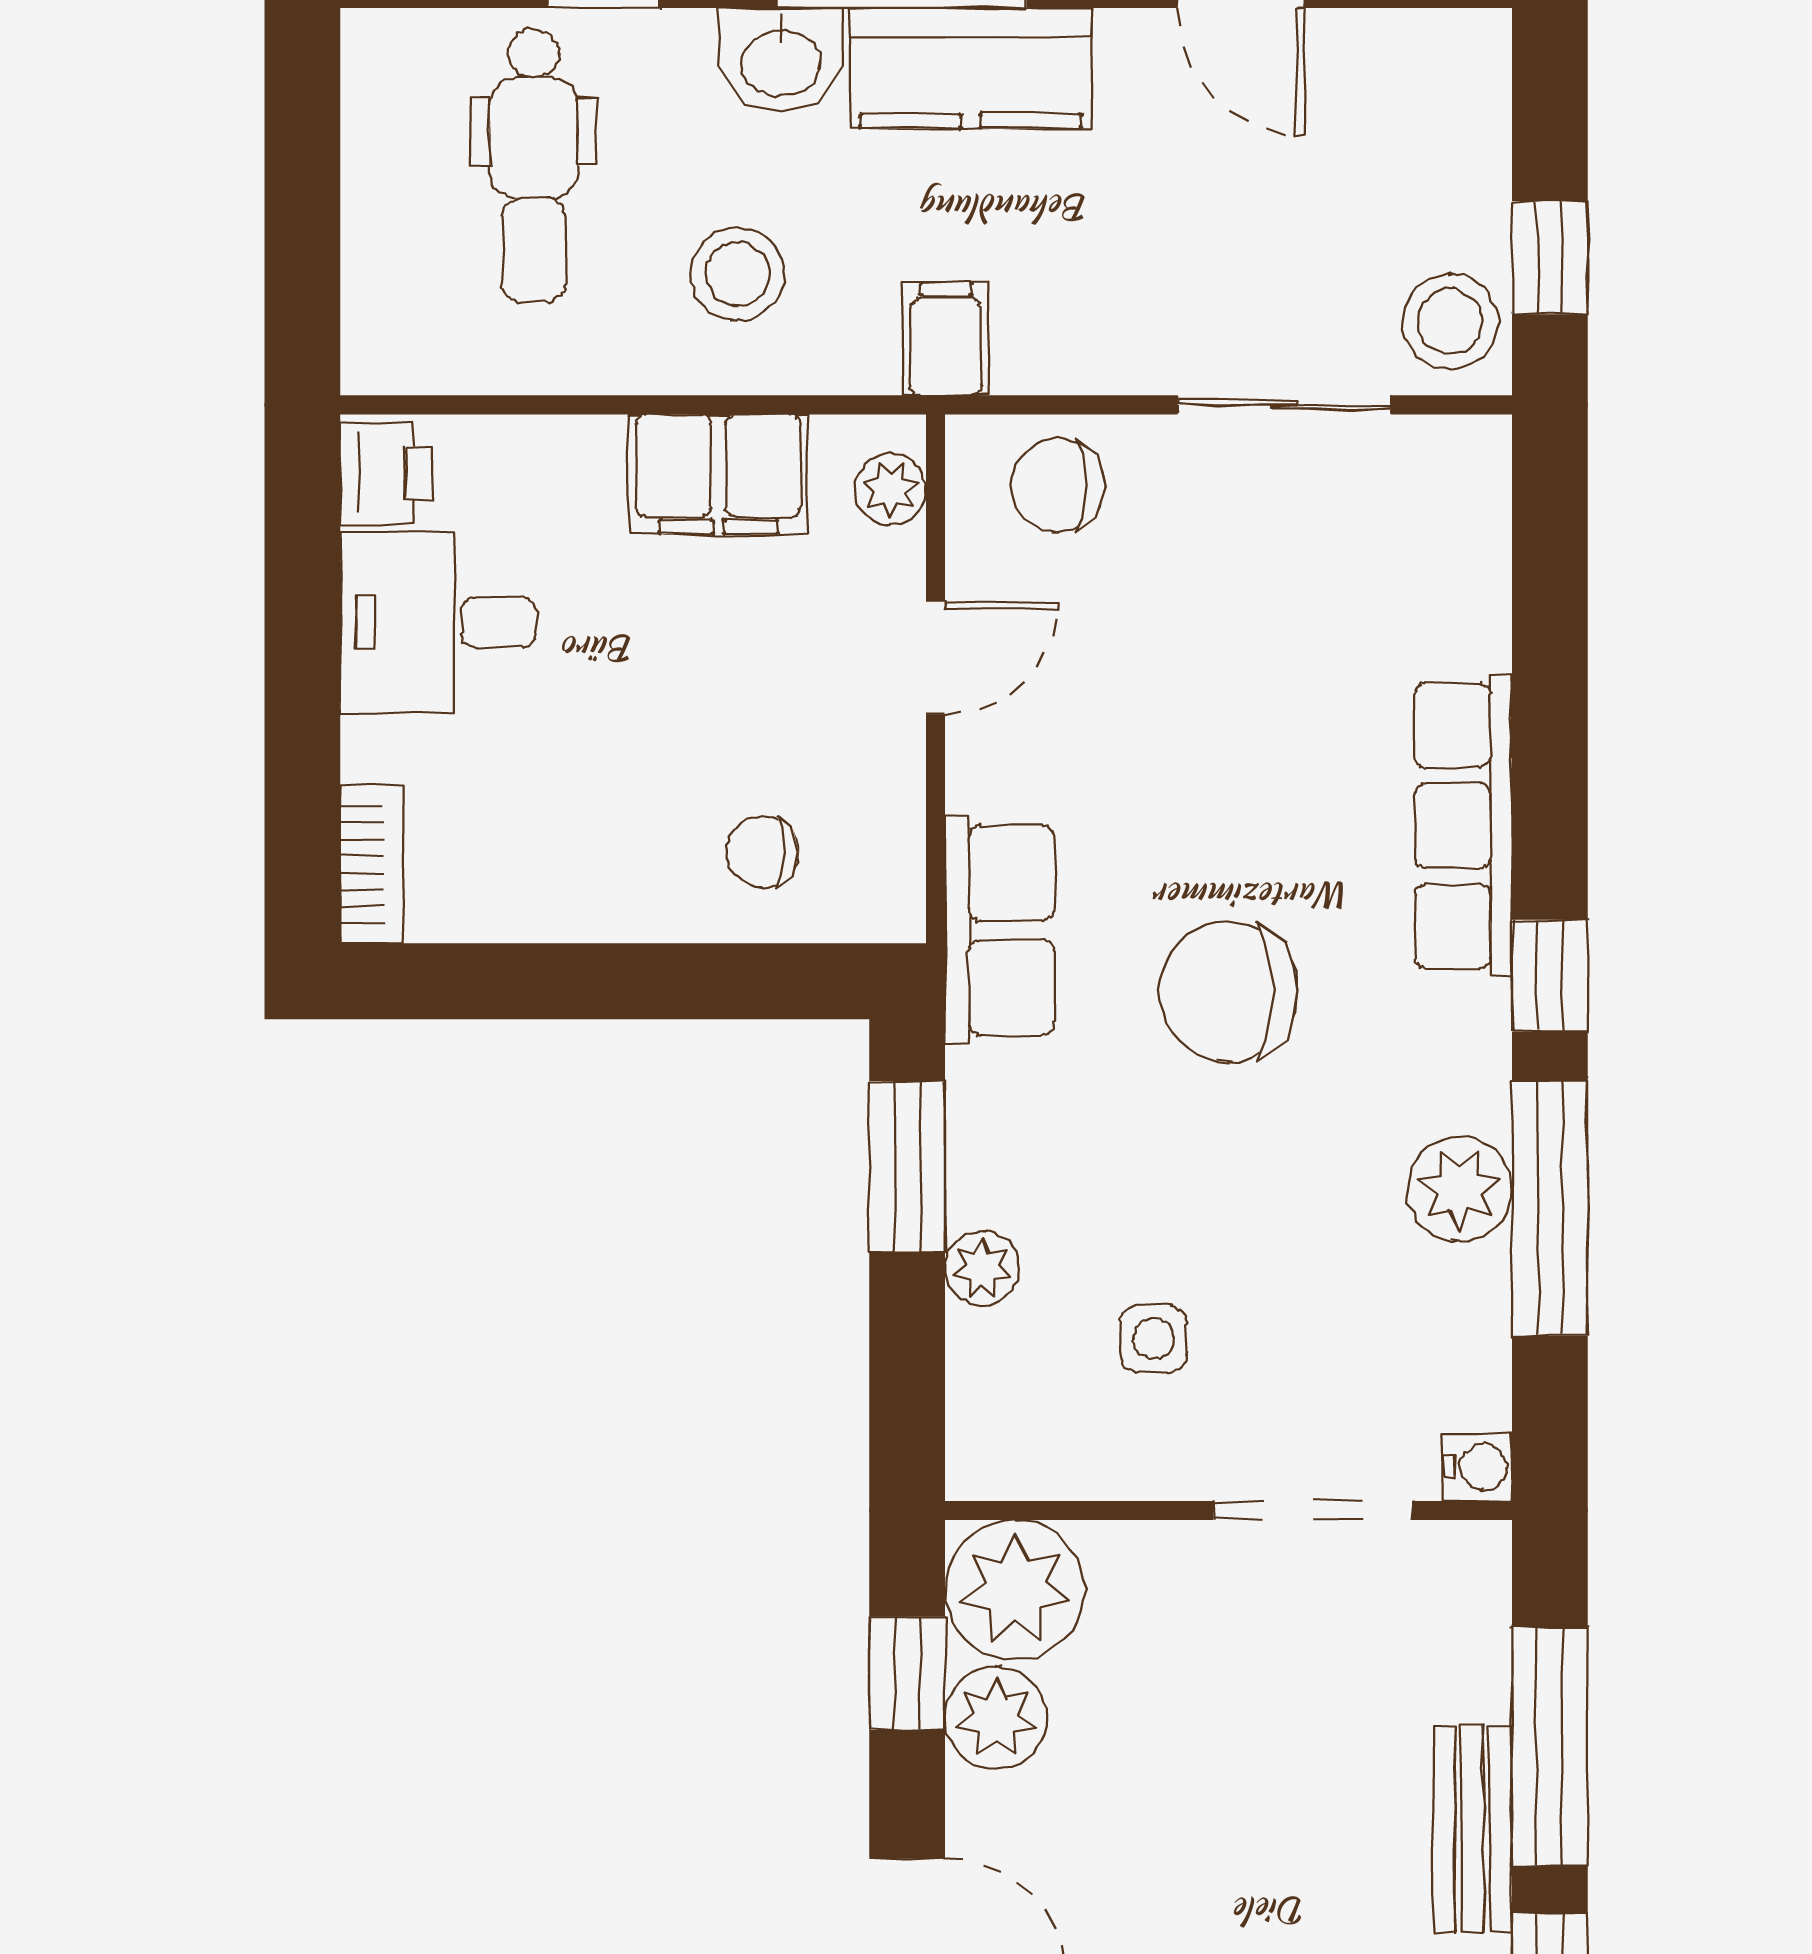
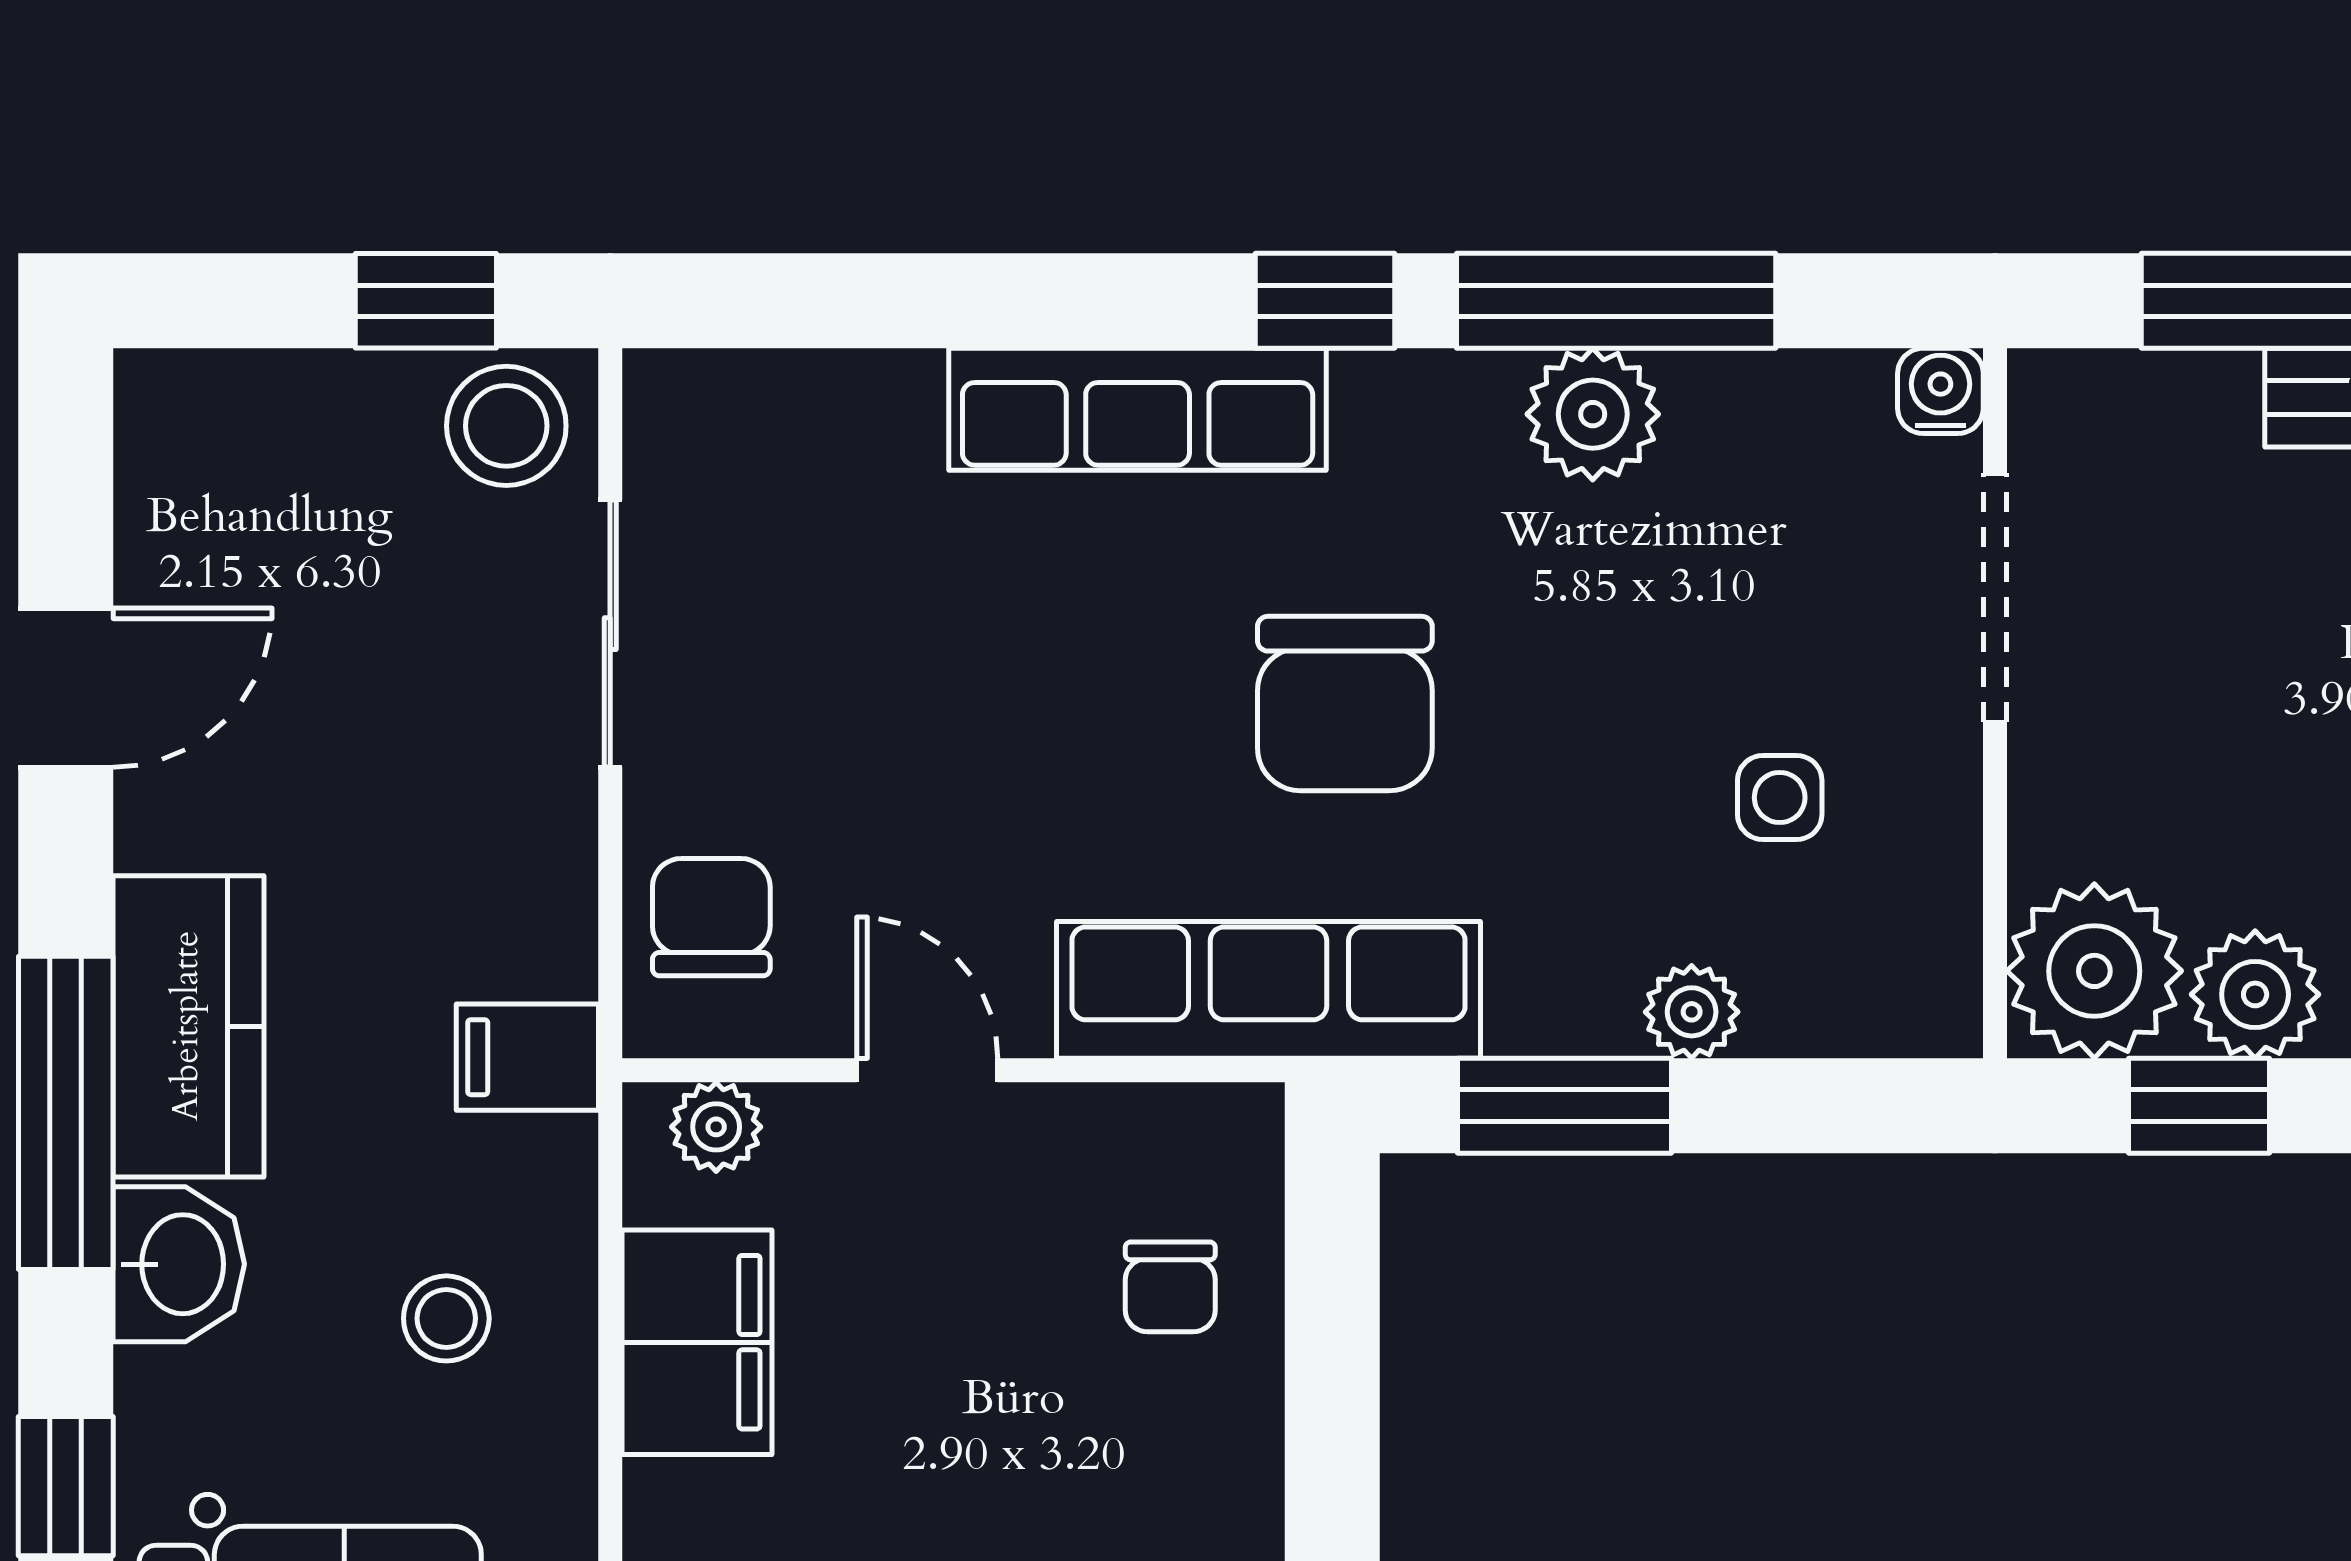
stool: (737, 274) -> (446, 1318), width x0.73, depth x0.73
chair: (1058, 486) -> (711, 917), turned 180
row of seats: (1000, 930) -> (1268, 990), width x1.48

